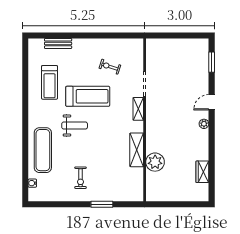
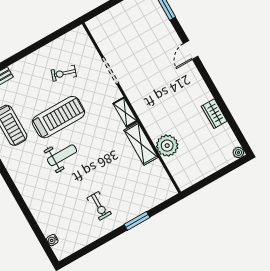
shelving: (138, 109) -> (125, 112), moved
plant: (204, 124) -> (238, 152), moved
exercise mat: (43, 150) -> (44, 200), removed
wardrobe: (202, 172) -> (214, 114), moved

